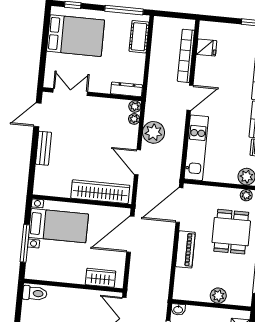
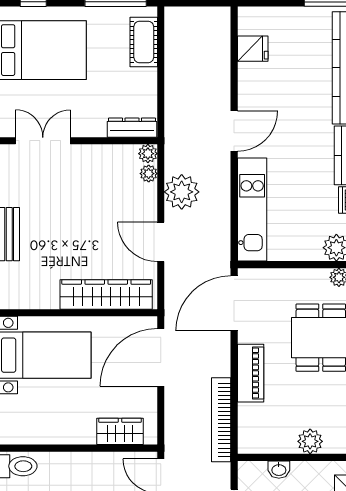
bookcase: (186, 56) -> (221, 420), moved
washbasin: (178, 309) -> (279, 470), moved

